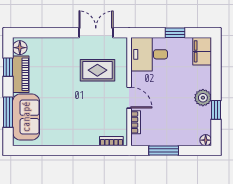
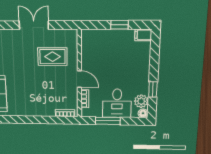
double door: (96, 33) -> (34, 25), moved
filing cabinet: (202, 51) -> (143, 35), width x0.50
desk: (149, 54) -> (117, 103), moved, turned -90
plant: (203, 98) -> (141, 101), moved

